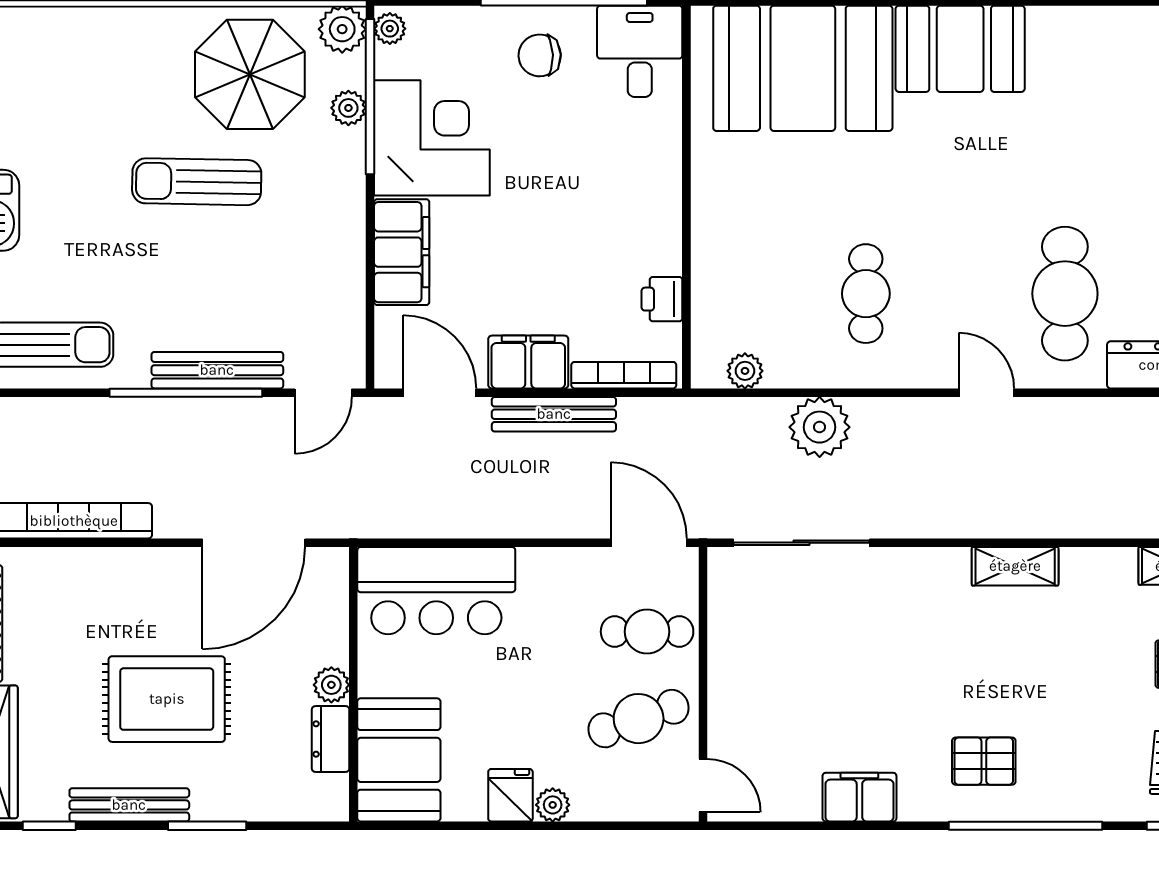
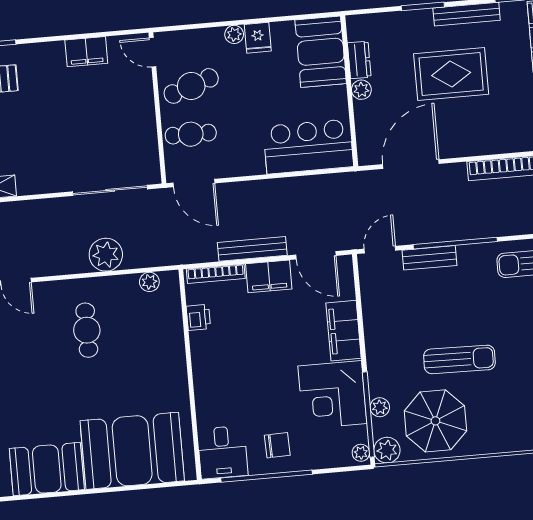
bench: (217, 370) -> (429, 258), width x0.73
filing cabinet: (859, 797) -> (86, 52), moved

